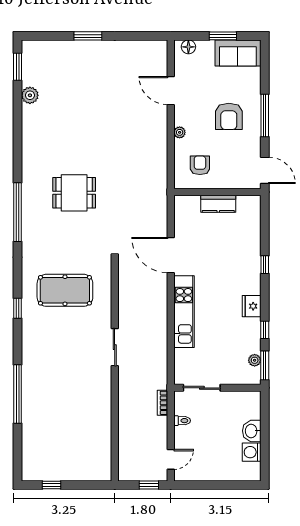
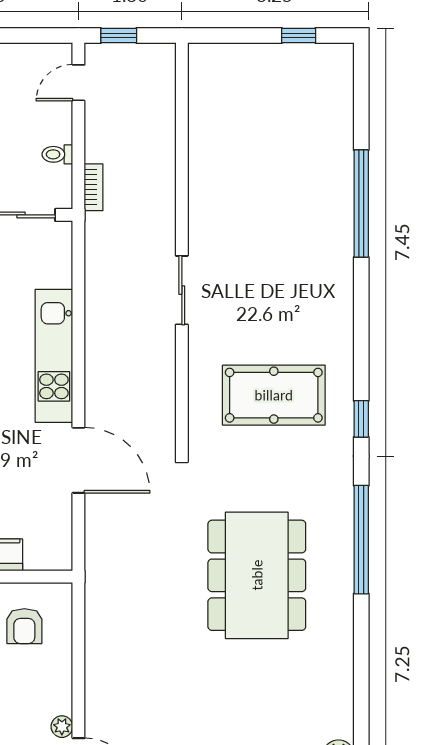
plant: (180, 132) -> (62, 727), moved
dining table: (74, 193) -> (257, 575), width x1.88, depth x1.24
window: (18, 308) -> (361, 419), moved

